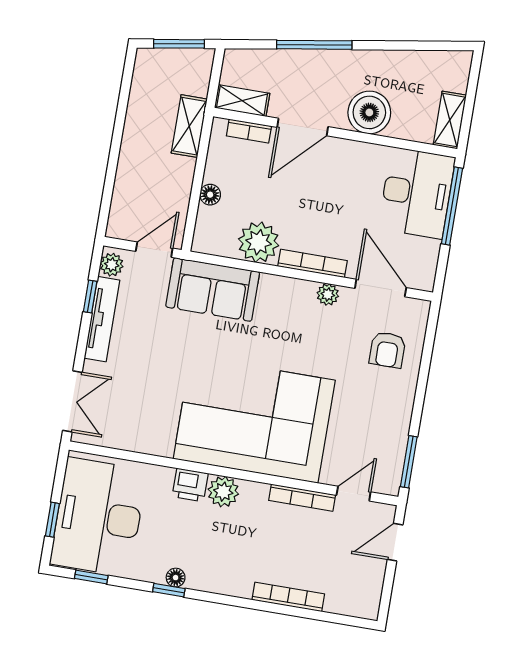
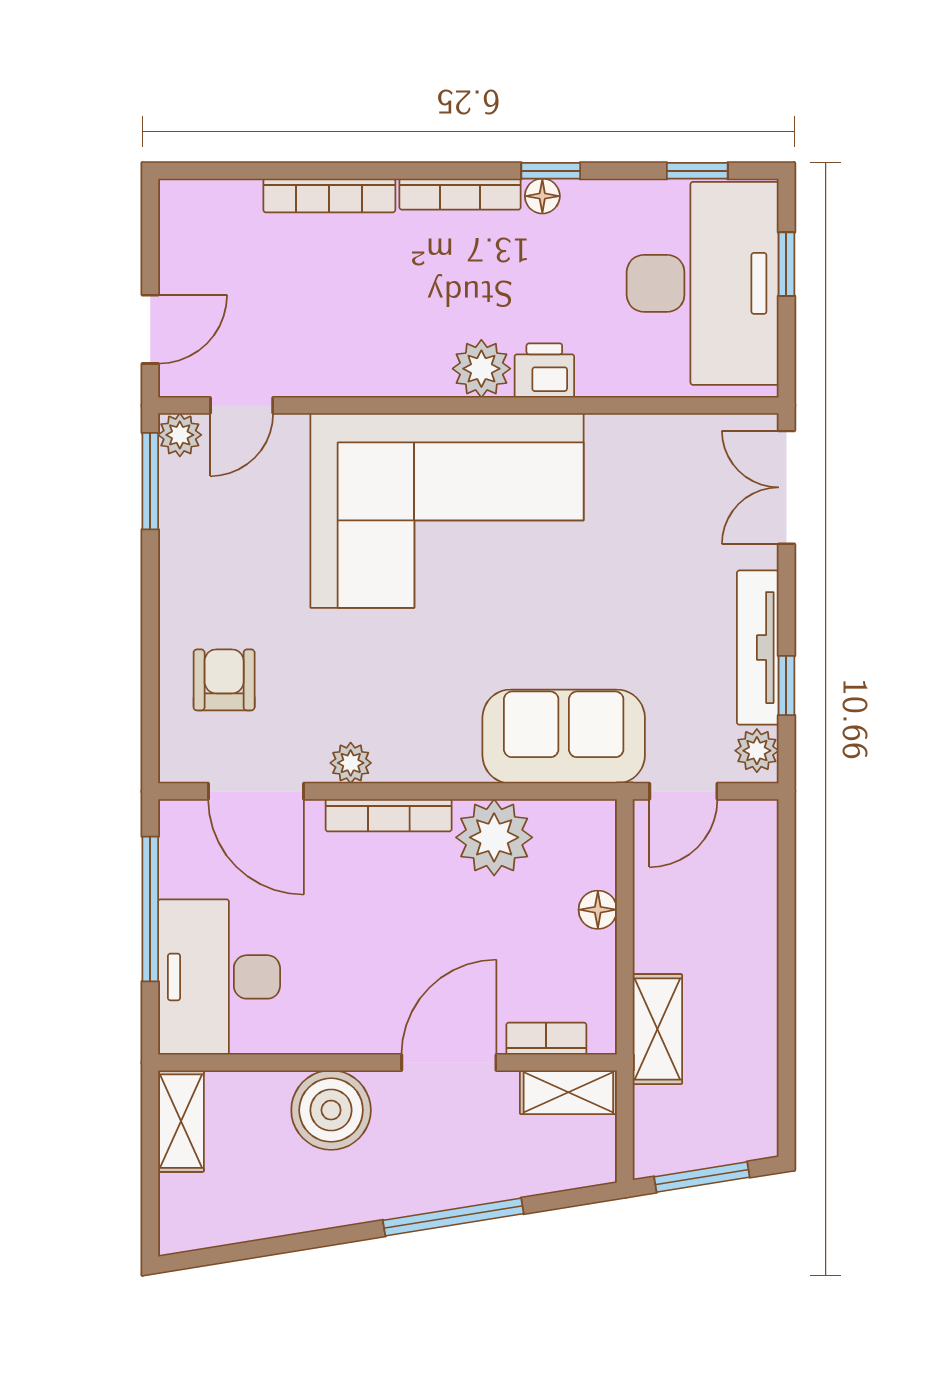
window: (452, 206) -> (150, 909), moved
plant: (389, 484) -> (180, 435), added
bookcase: (302, 498) -> (460, 194), moved, turned 180

